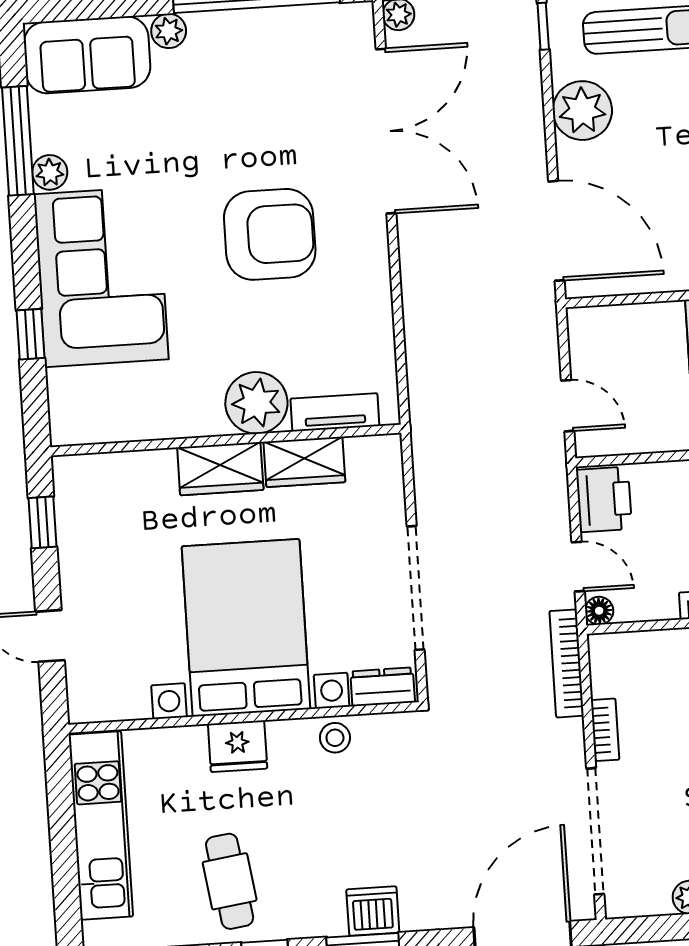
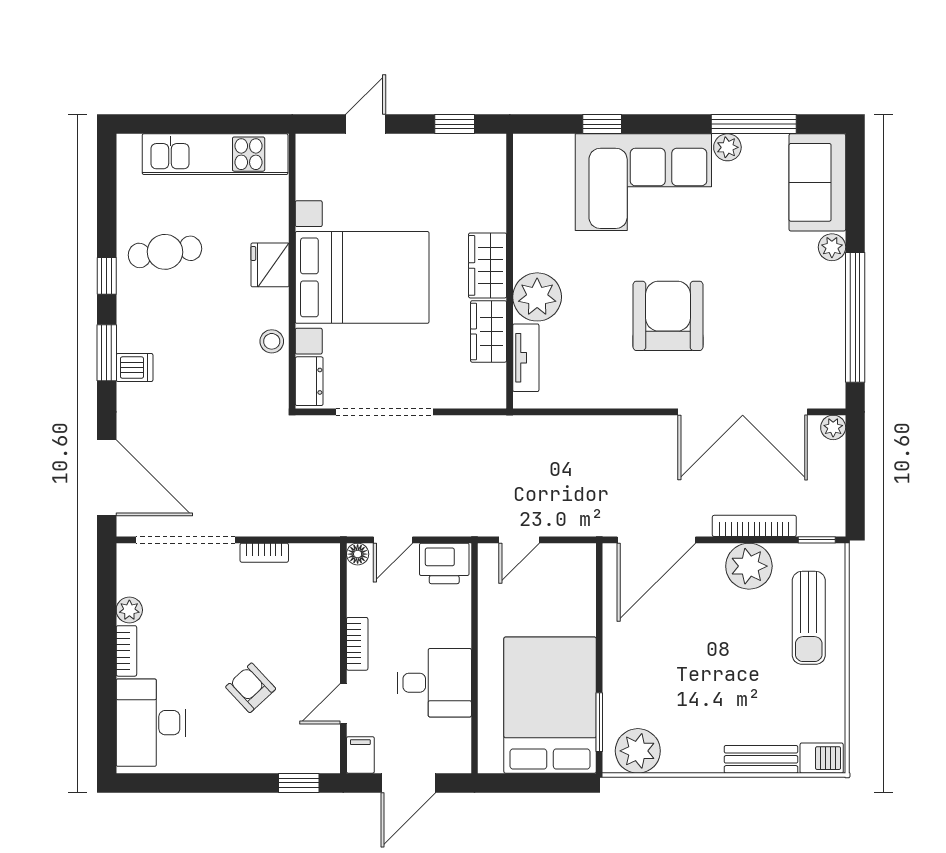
armchair: (270, 234) -> (668, 316), turned 180
bookcase: (567, 663) -> (754, 526), moved
dishwasher: (373, 911) -> (135, 368), width x0.73

